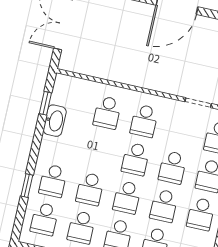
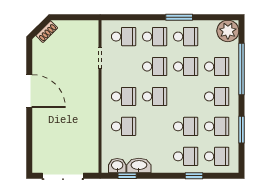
washbasin: (61, 94) -> (117, 166), added
school desk: (127, 197) -> (186, 96), removed

